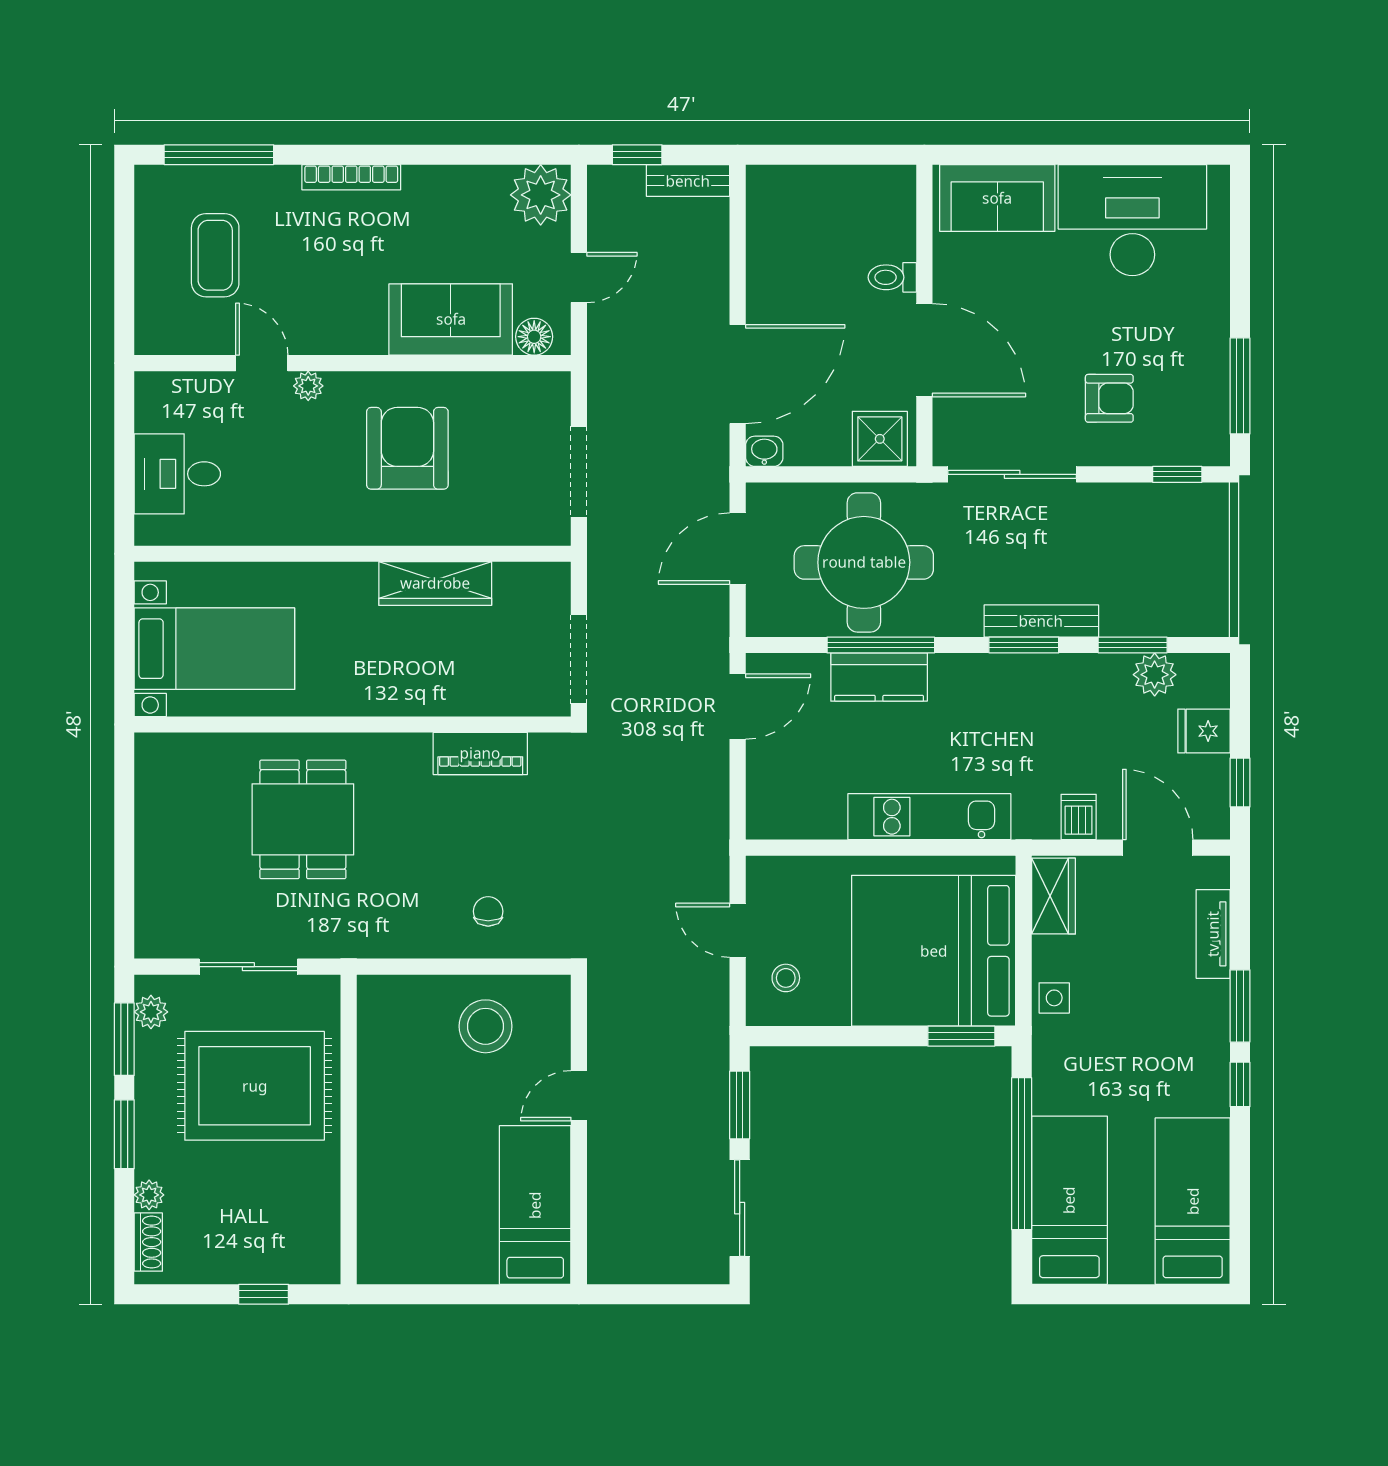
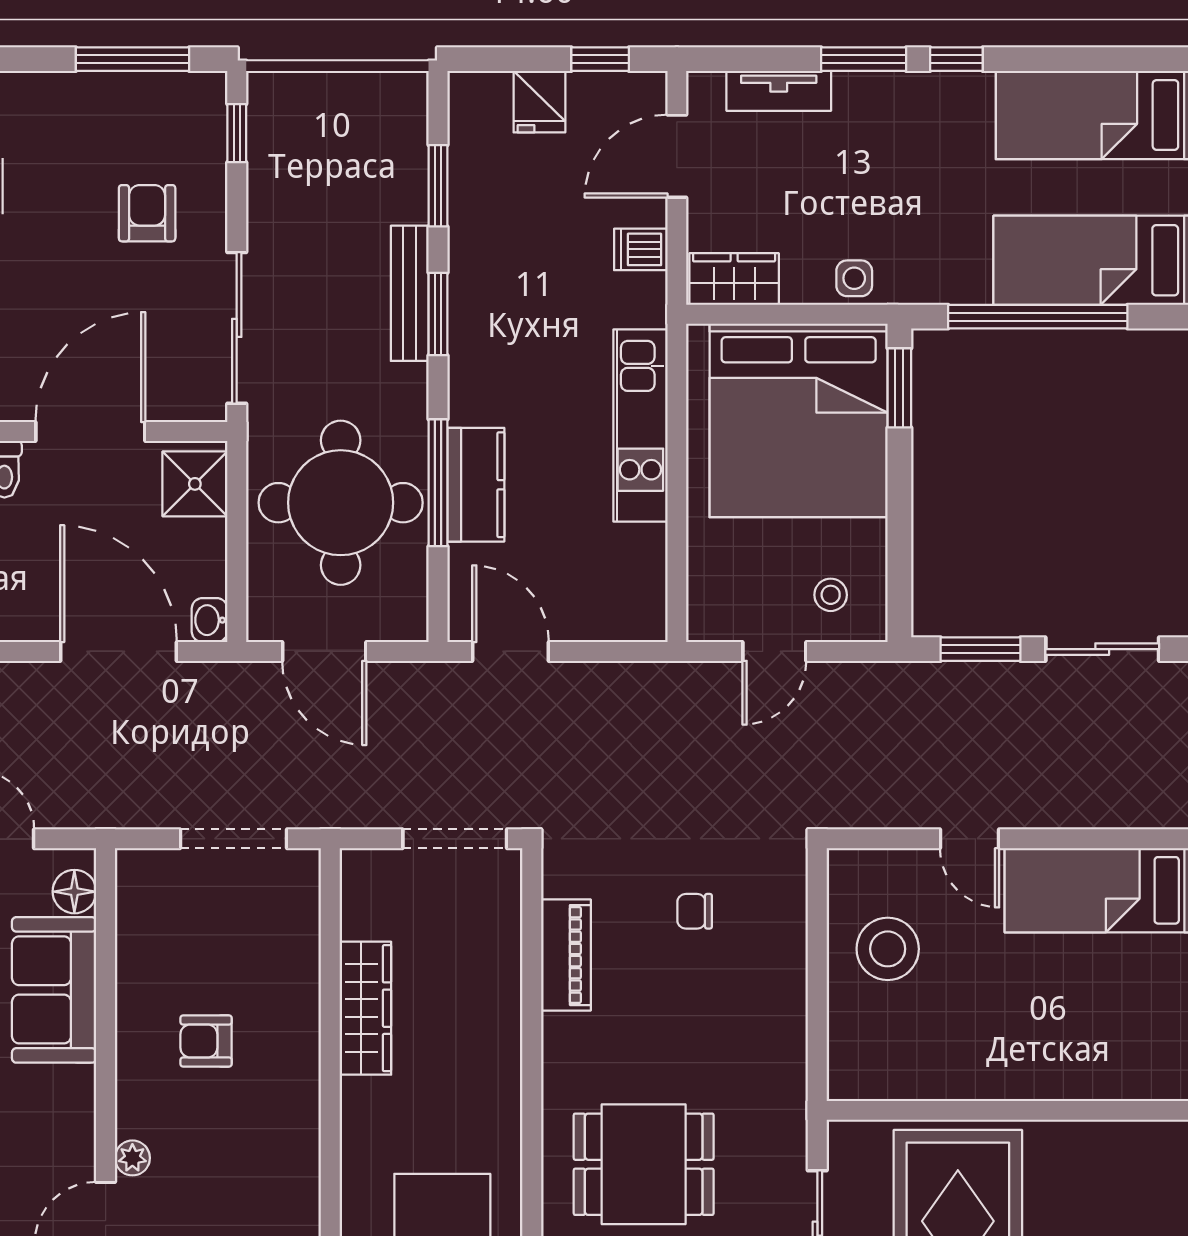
armchair: (407, 448) -> (206, 1041), width x0.53, depth x0.53
plant: (1155, 675) -> (473, 160), removed
chair: (488, 911) -> (695, 911), moved

